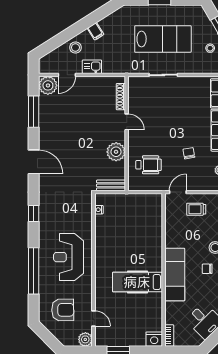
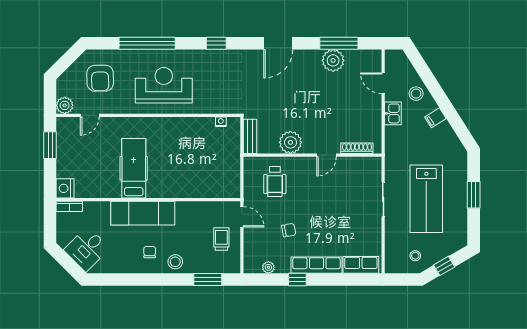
plant: (48, 85) -> (333, 60), moved

